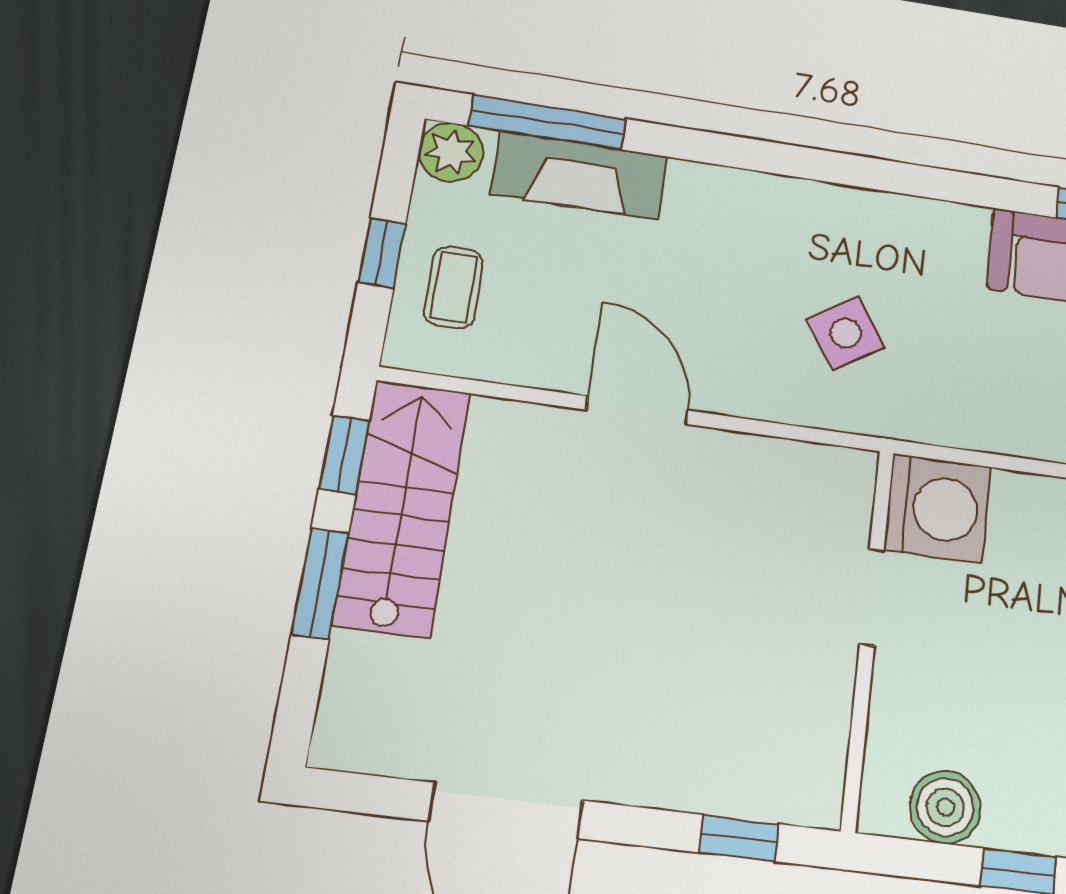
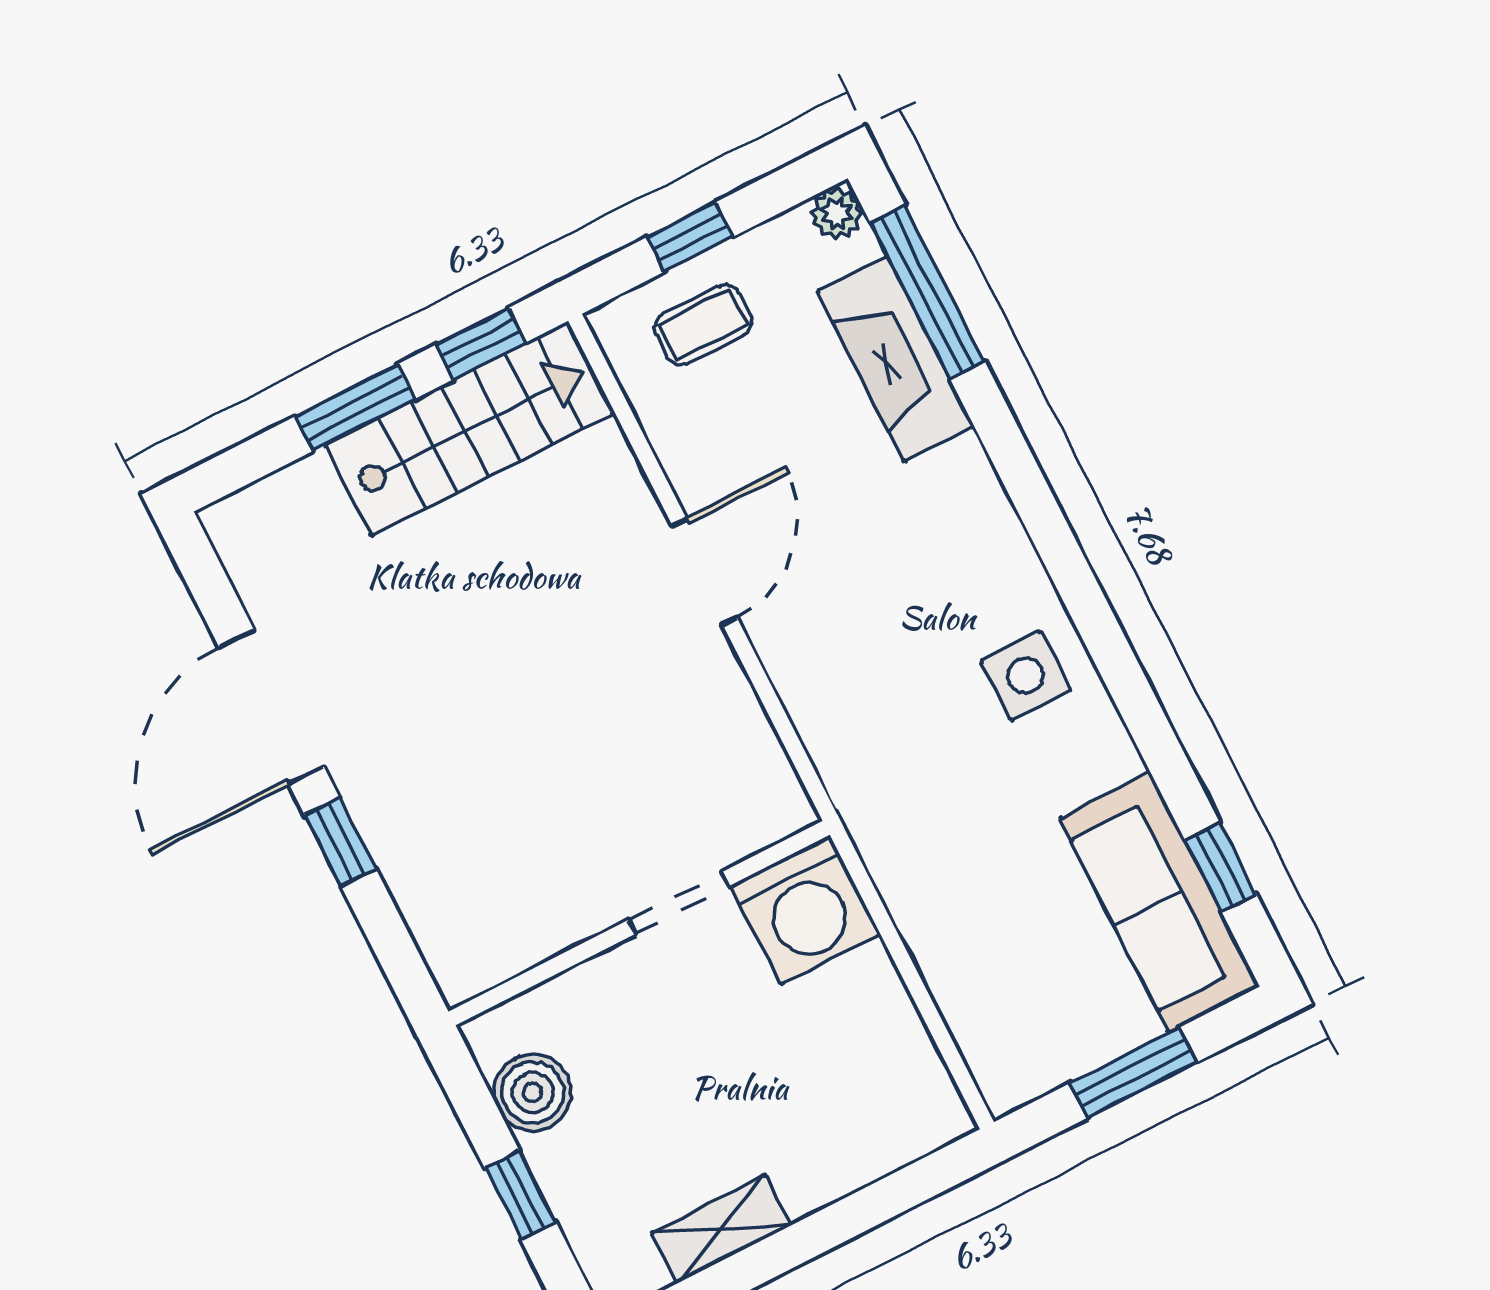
plant: (451, 152) -> (836, 213), width x0.73, depth x0.73
side table: (846, 333) -> (1026, 675), moved, turned 33
window: (739, 838) -> (340, 842), moved

